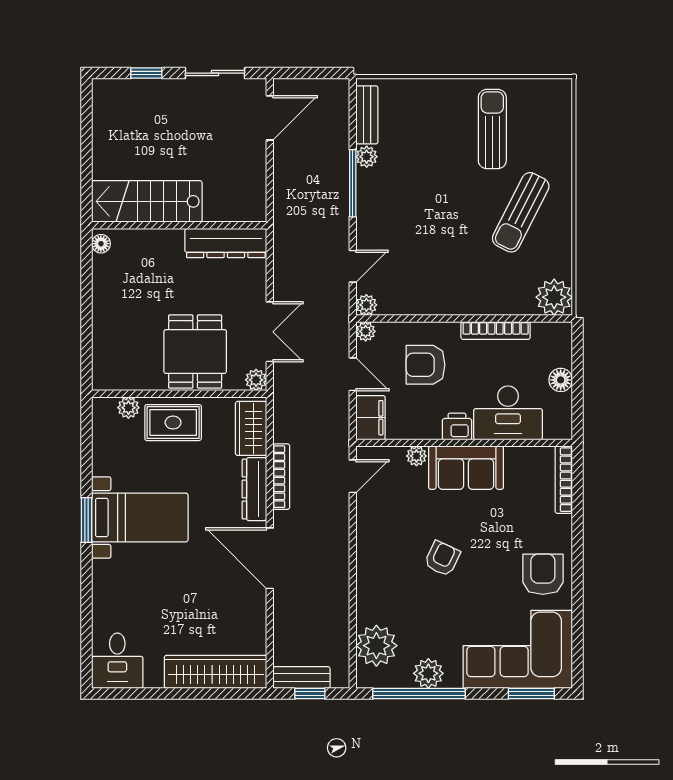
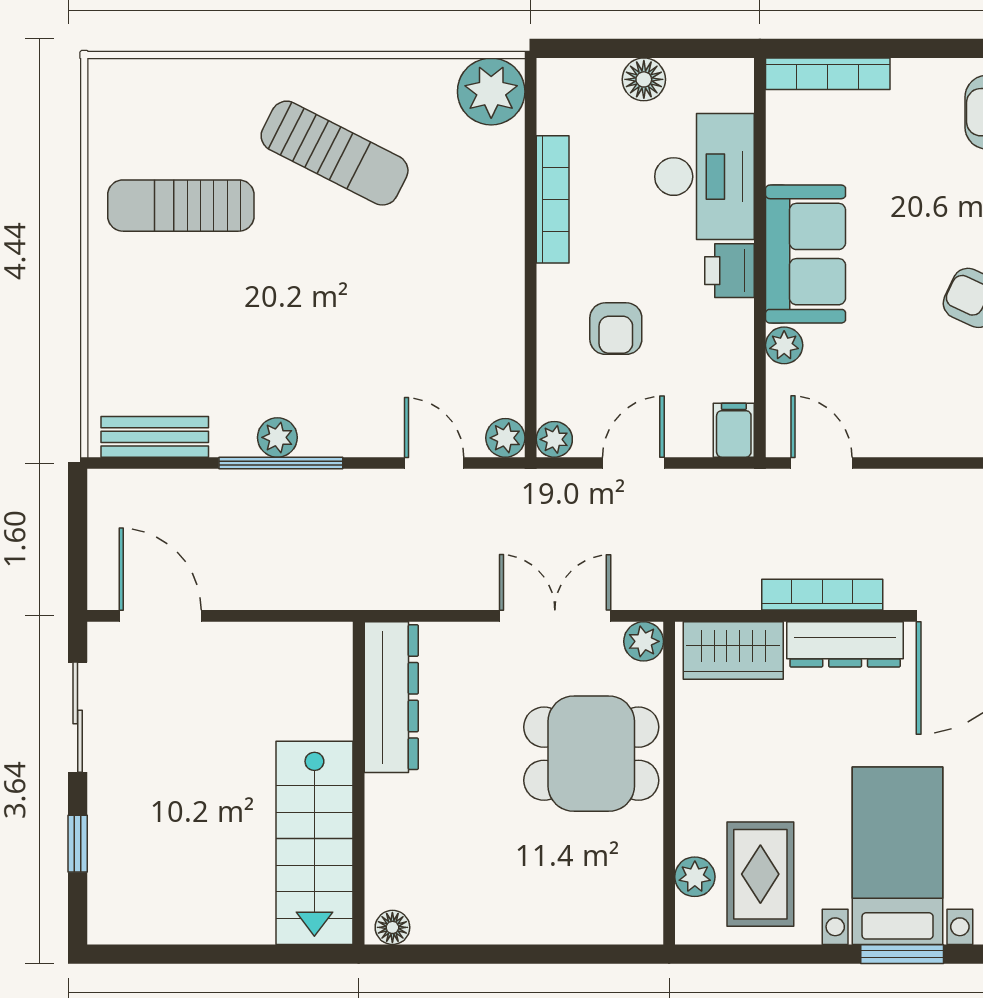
plant: (367, 157) -> (277, 437), moved
armchair: (426, 365) -> (616, 329), width x0.72, depth x0.72
filing cabinet: (371, 418) -> (734, 430), width x0.50
rug: (173, 423) -> (760, 874), moved

